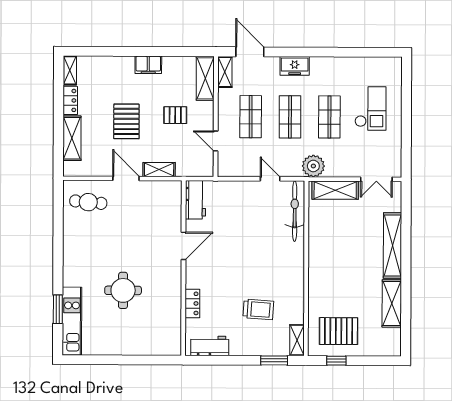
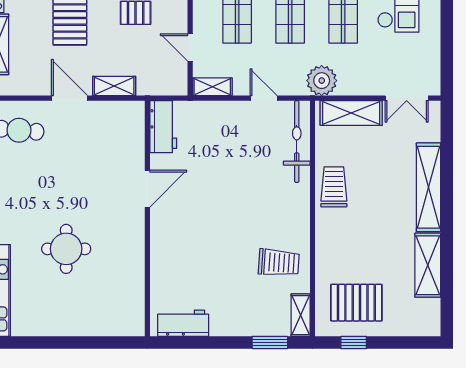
shelving: (232, 170) -> (212, 87), added
trolley: (322, 245) -> (334, 187), added
locker: (192, 303) -> (160, 266), removed
trolley: (258, 309) -> (279, 263), moved

